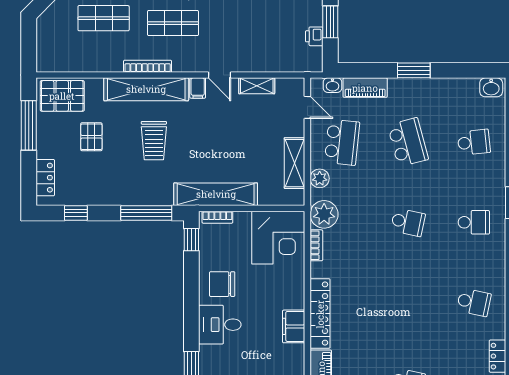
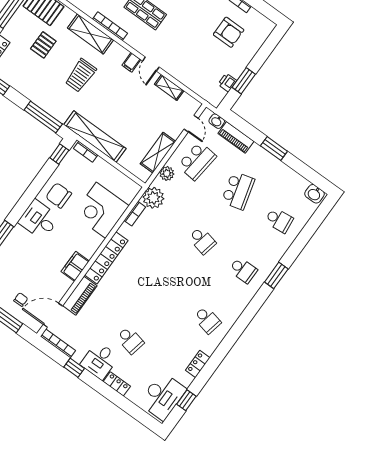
shelving: (146, 89) -> (90, 34), width x0.68
corner desk: (278, 238) -> (101, 210), moved, turned 90
filing cabinet: (294, 326) -> (75, 266), moved

